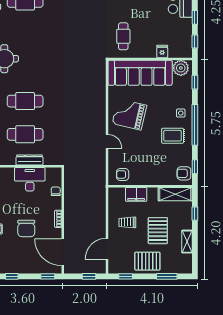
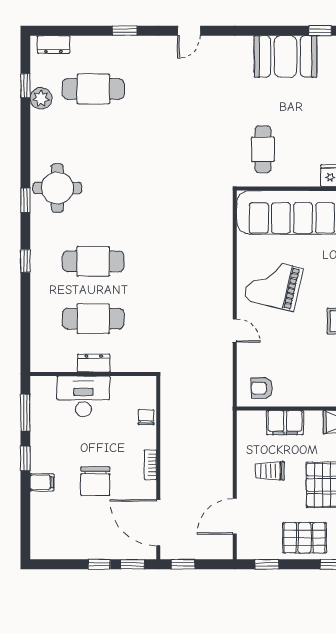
dresser: (29, 160) -> (94, 363), width x0.70
desk: (30, 179) -> (83, 396), moved
window: (12, 276) -> (99, 564), moved
window: (89, 276) -> (183, 564), moved

